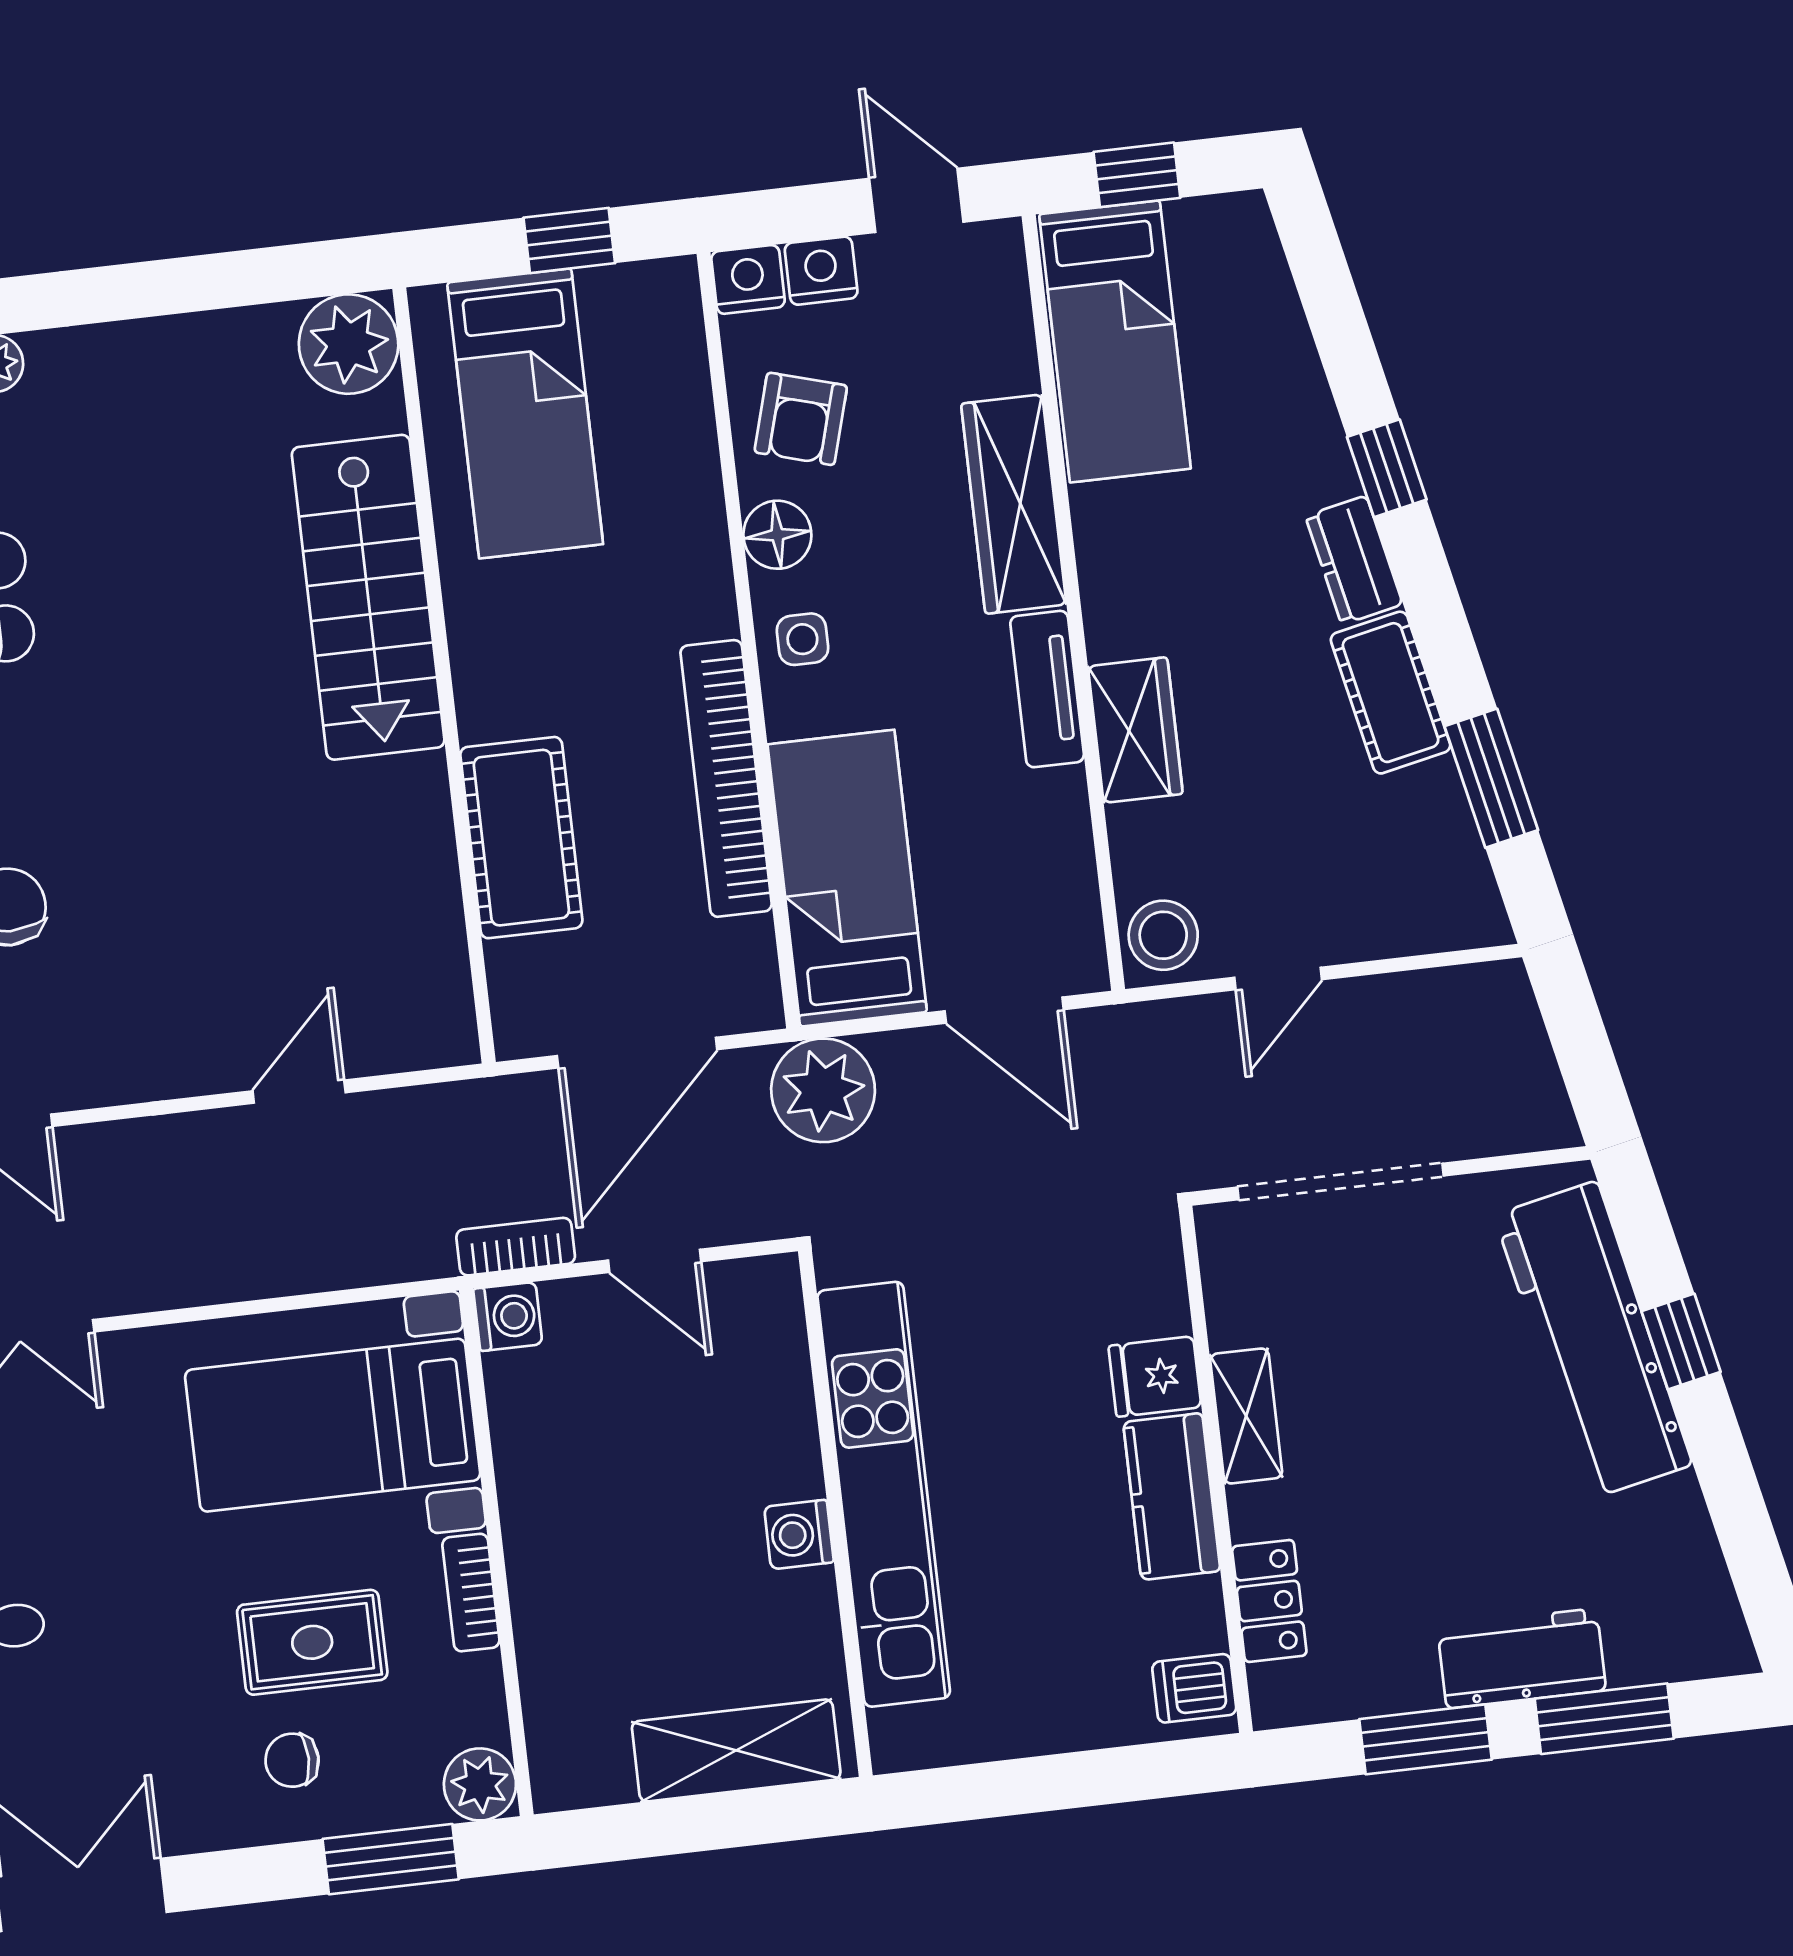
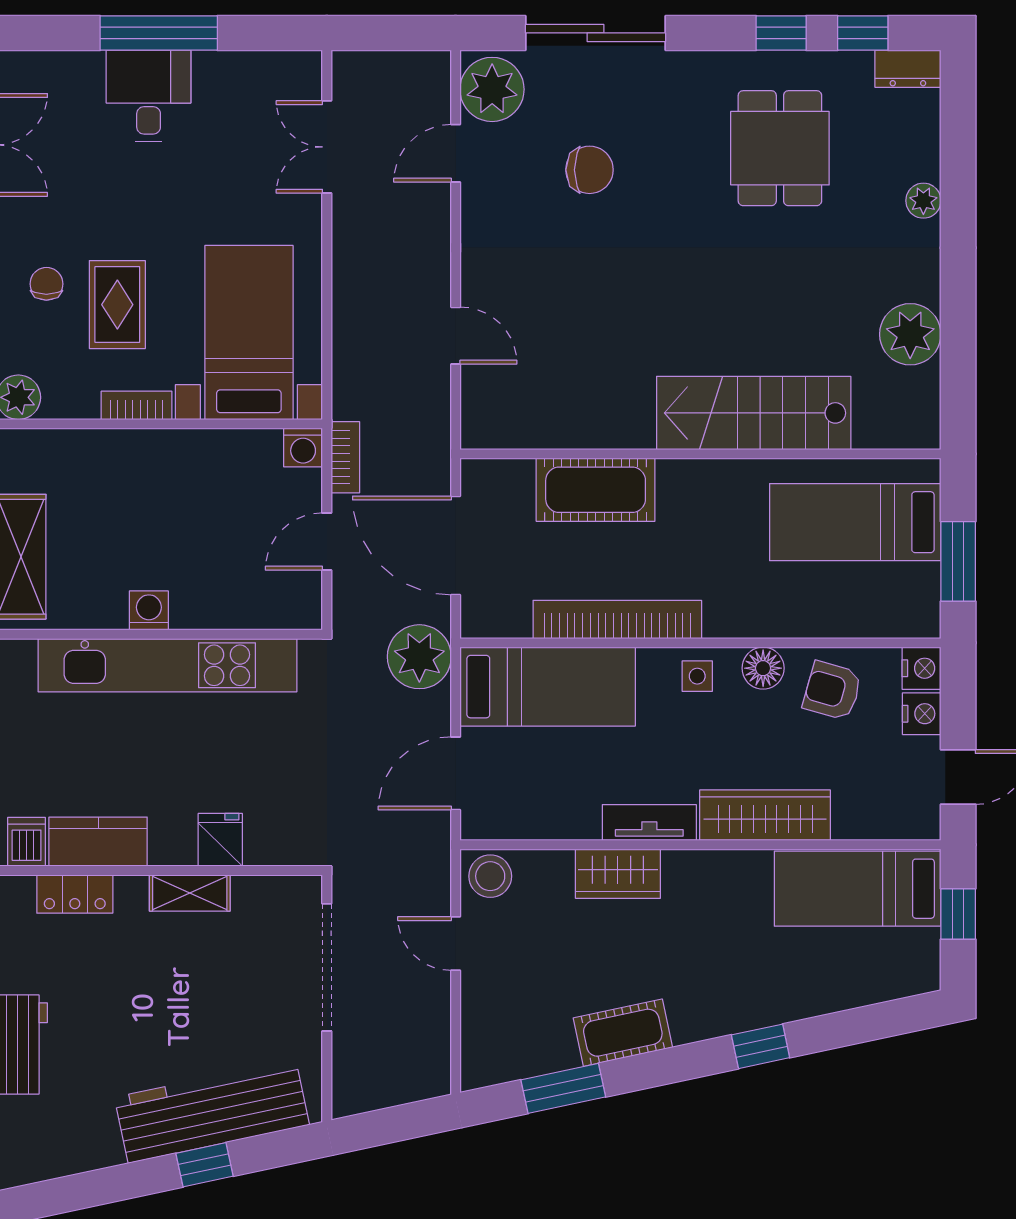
window: (569, 240) -> (958, 561), width x1.50
plant: (349, 344) -> (910, 334), moved
dresser: (1354, 560) -> (707, 1020), removed
kitchen counter: (1172, 1497) -> (98, 842), moved

